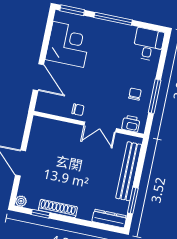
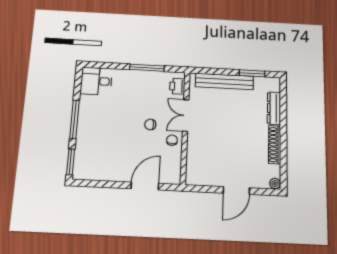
corner desk: (68, 44) -> (106, 160), removed
chair: (135, 94) -> (150, 125), moved
double door: (100, 127) -> (186, 115), swing flipped
window: (40, 214) -> (283, 161), removed
dresser: (109, 219) -> (274, 108), moved

